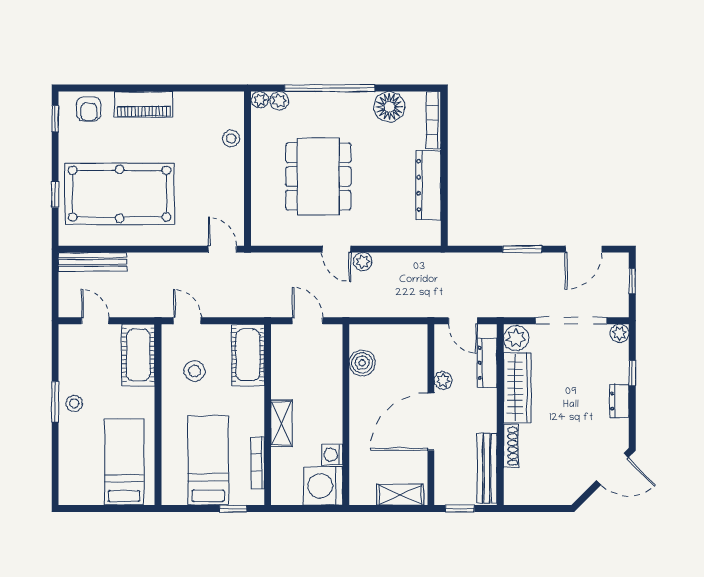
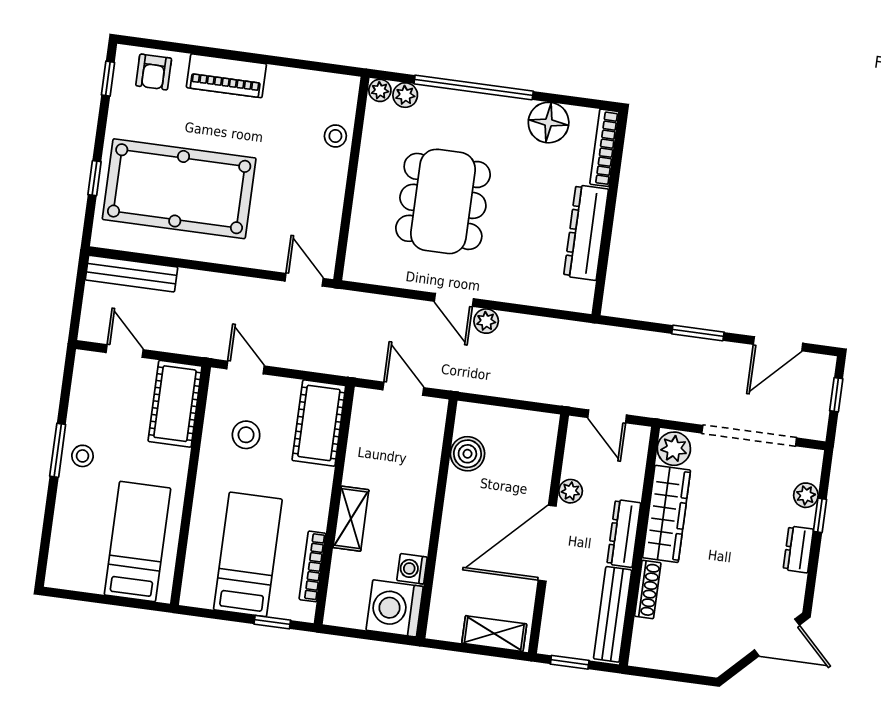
plant: (620, 333) -> (806, 495), moved
dresser: (487, 363) -> (624, 533), moved

